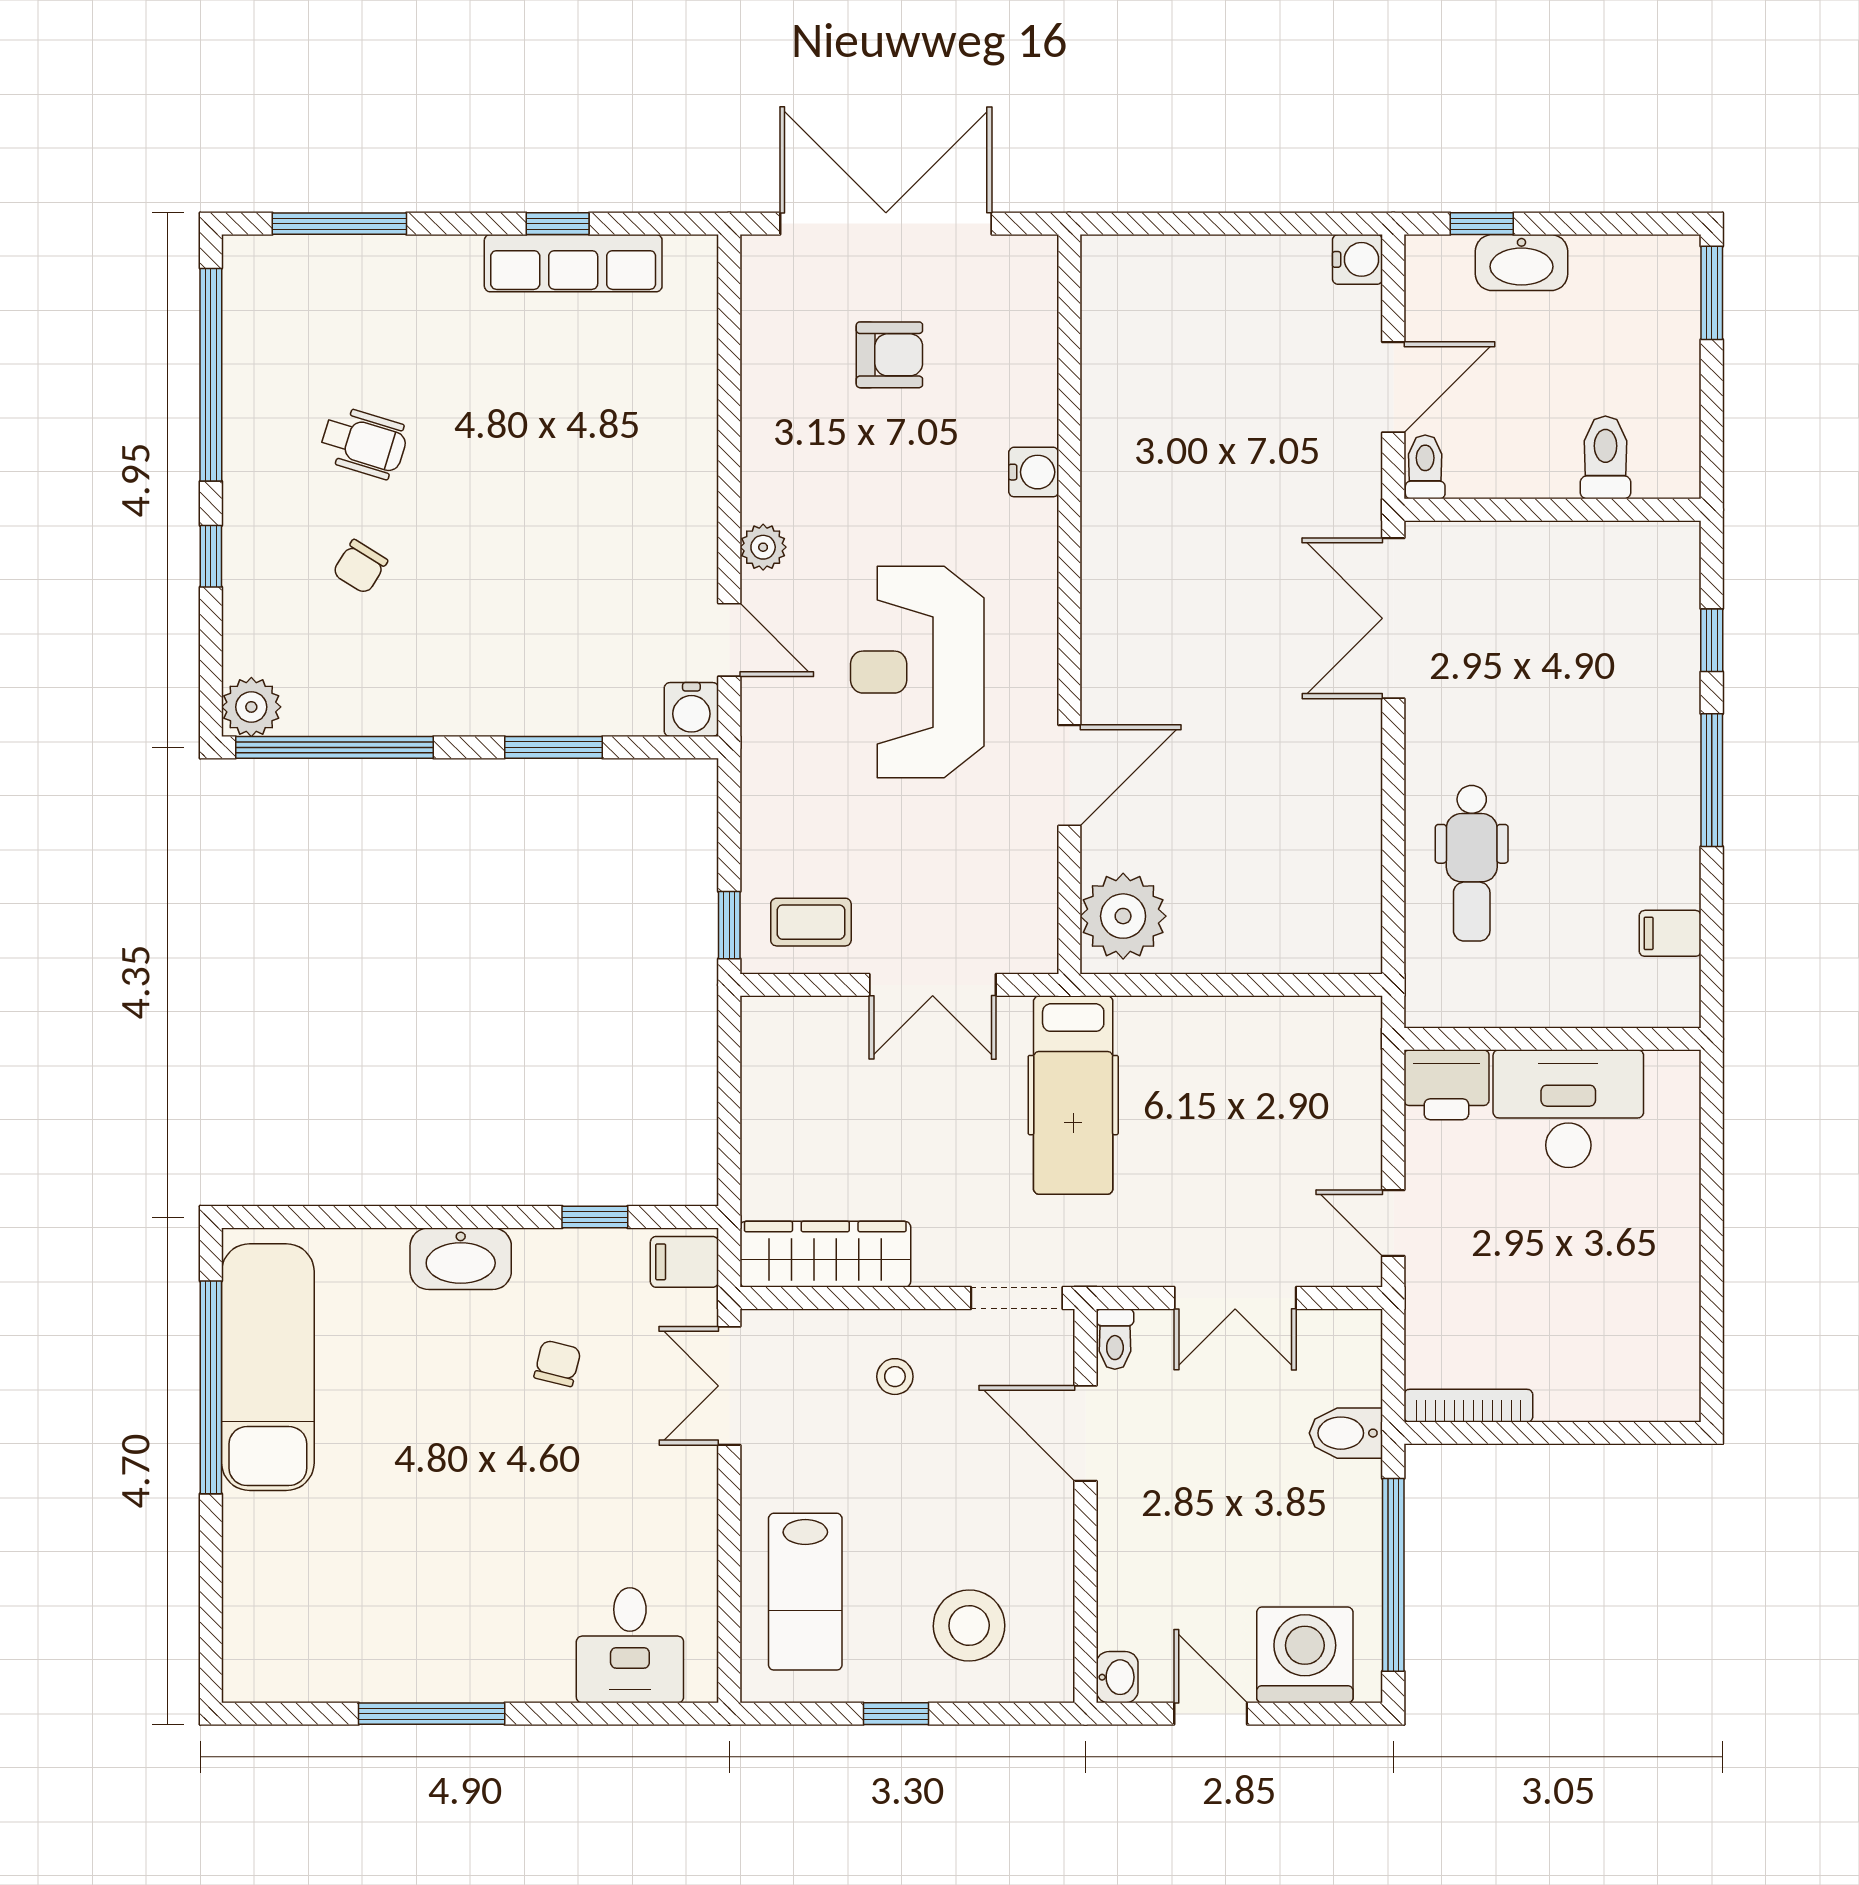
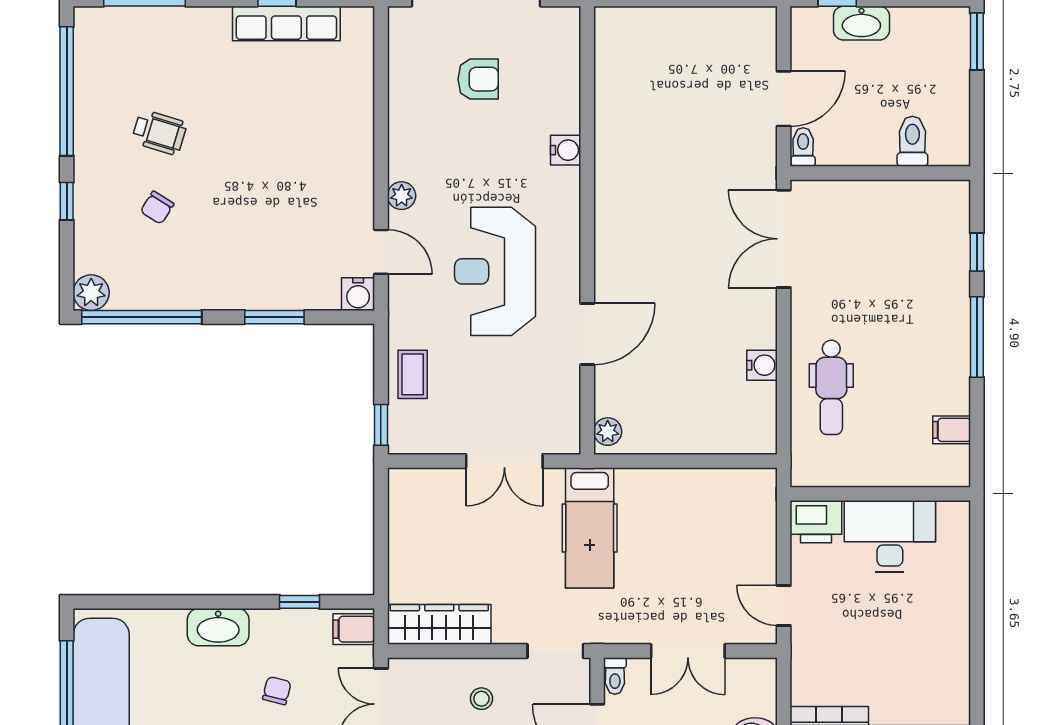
water cooler: (1357, 259) -> (762, 365), moved
plant: (1123, 916) -> (608, 432), width x0.53, depth x0.53
coffee table: (811, 922) -> (413, 374), moved, turned 90

